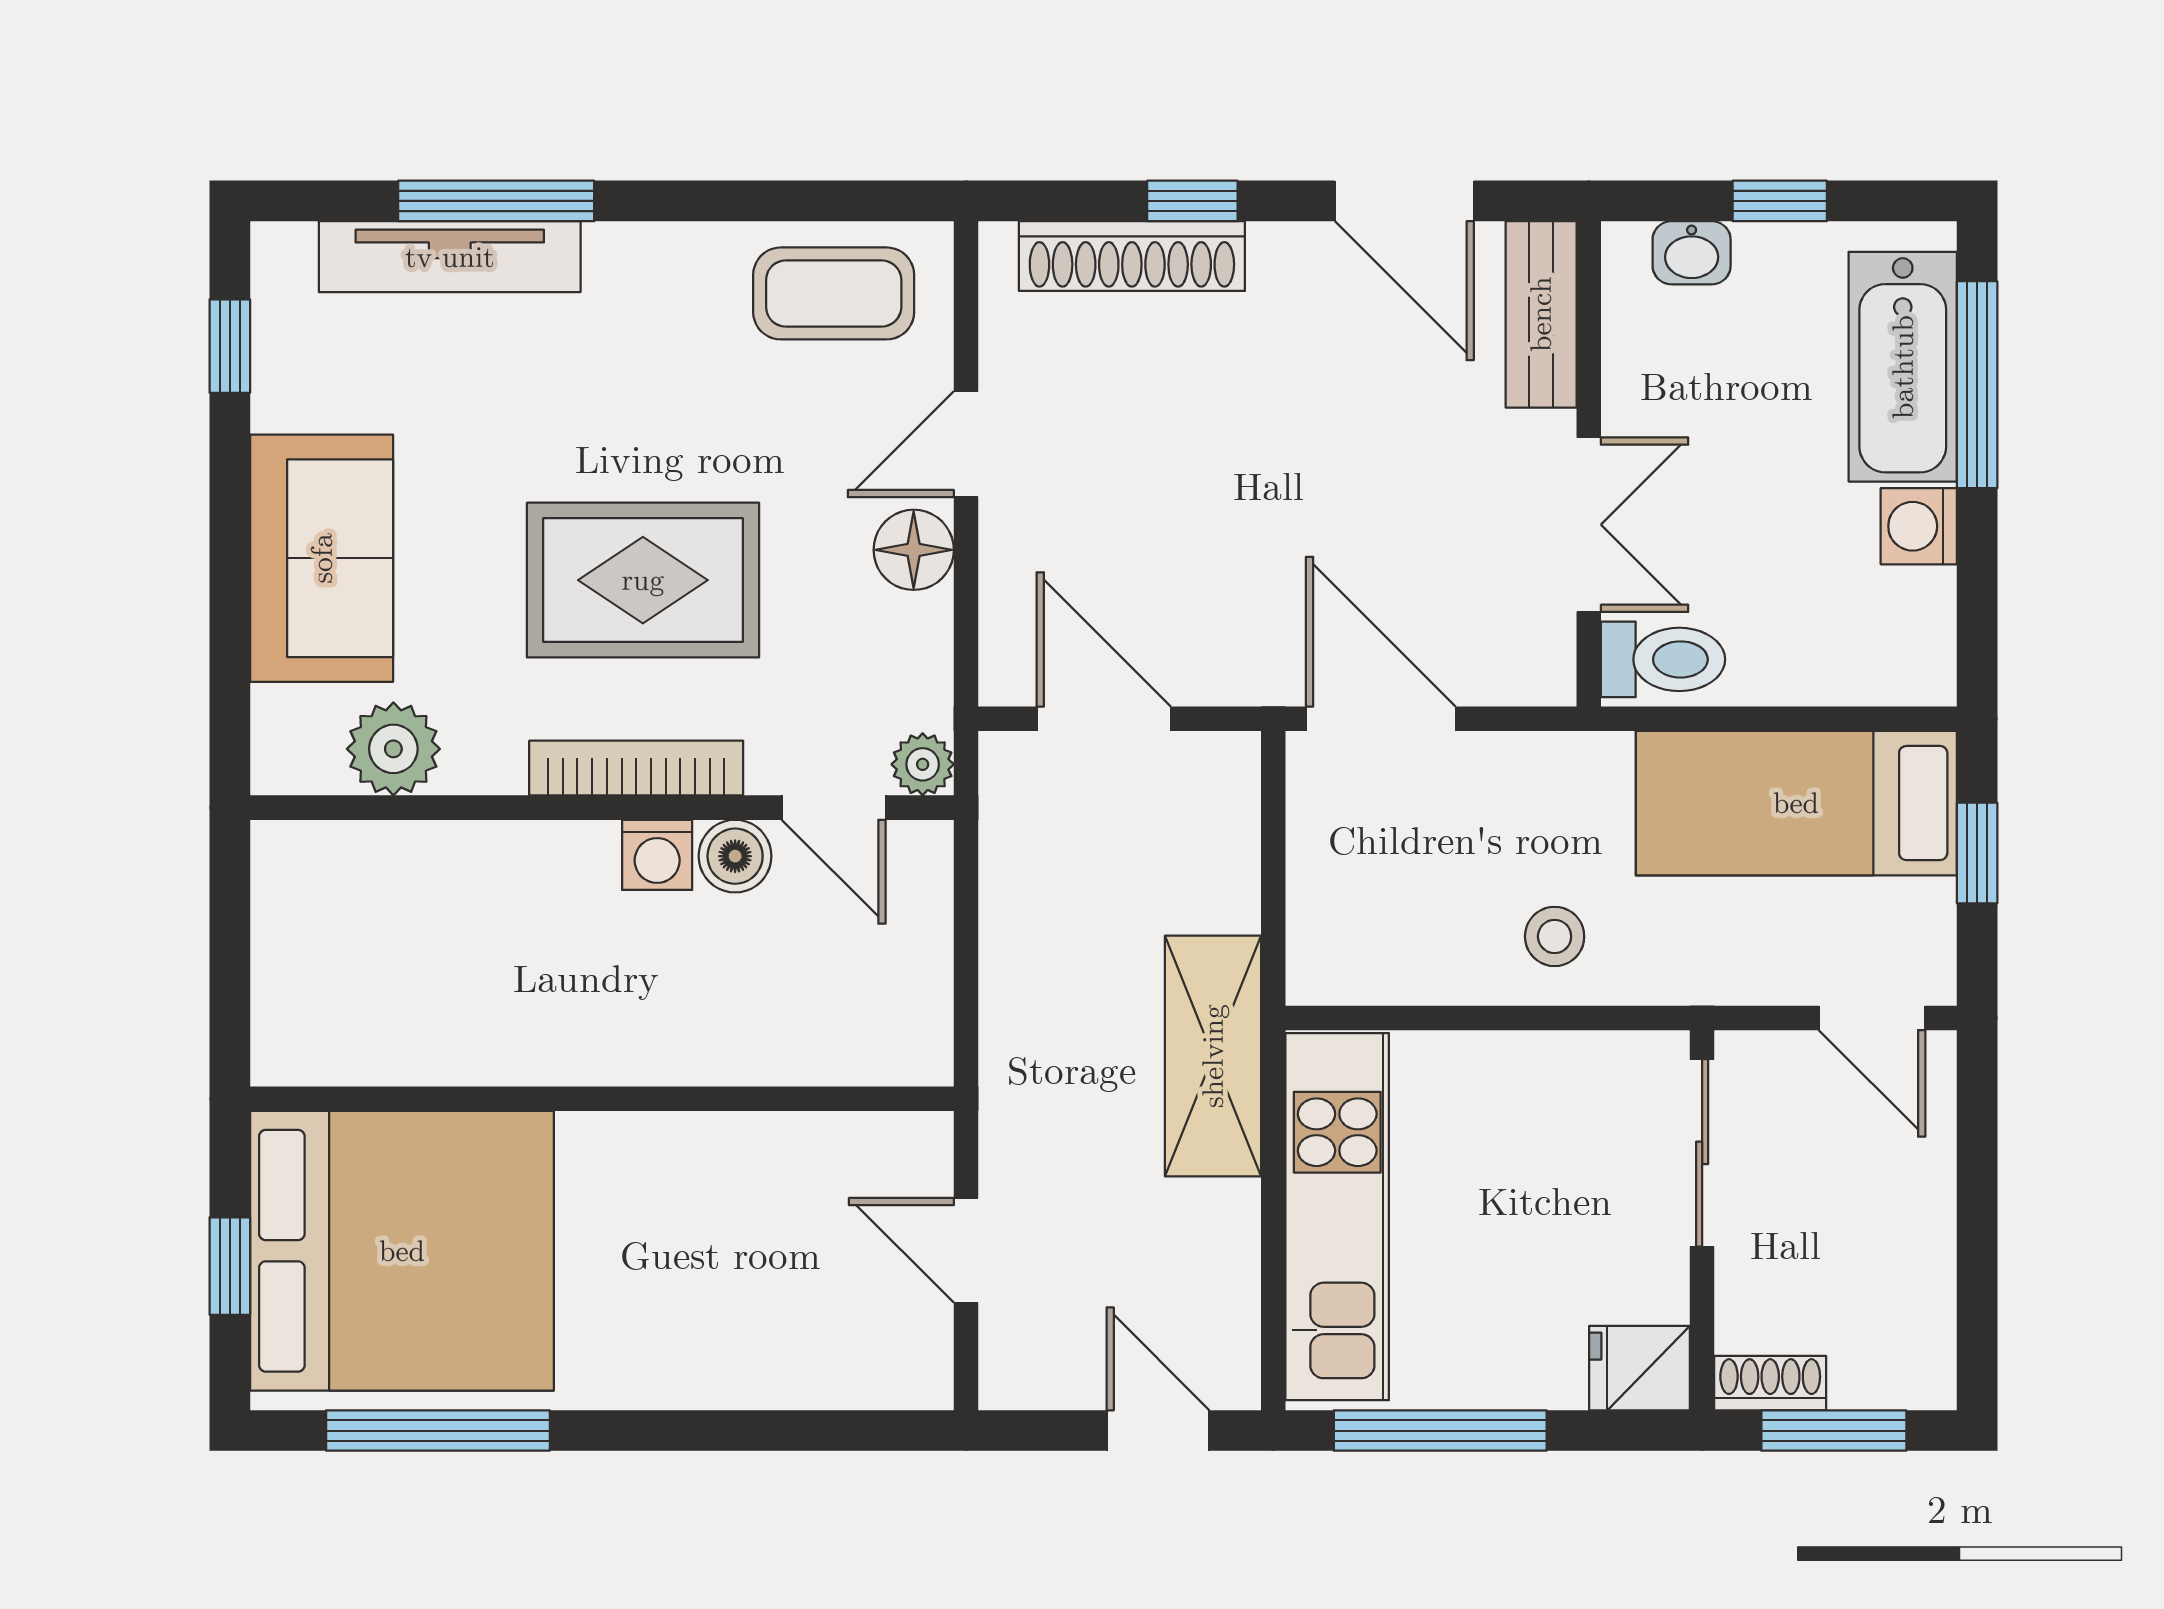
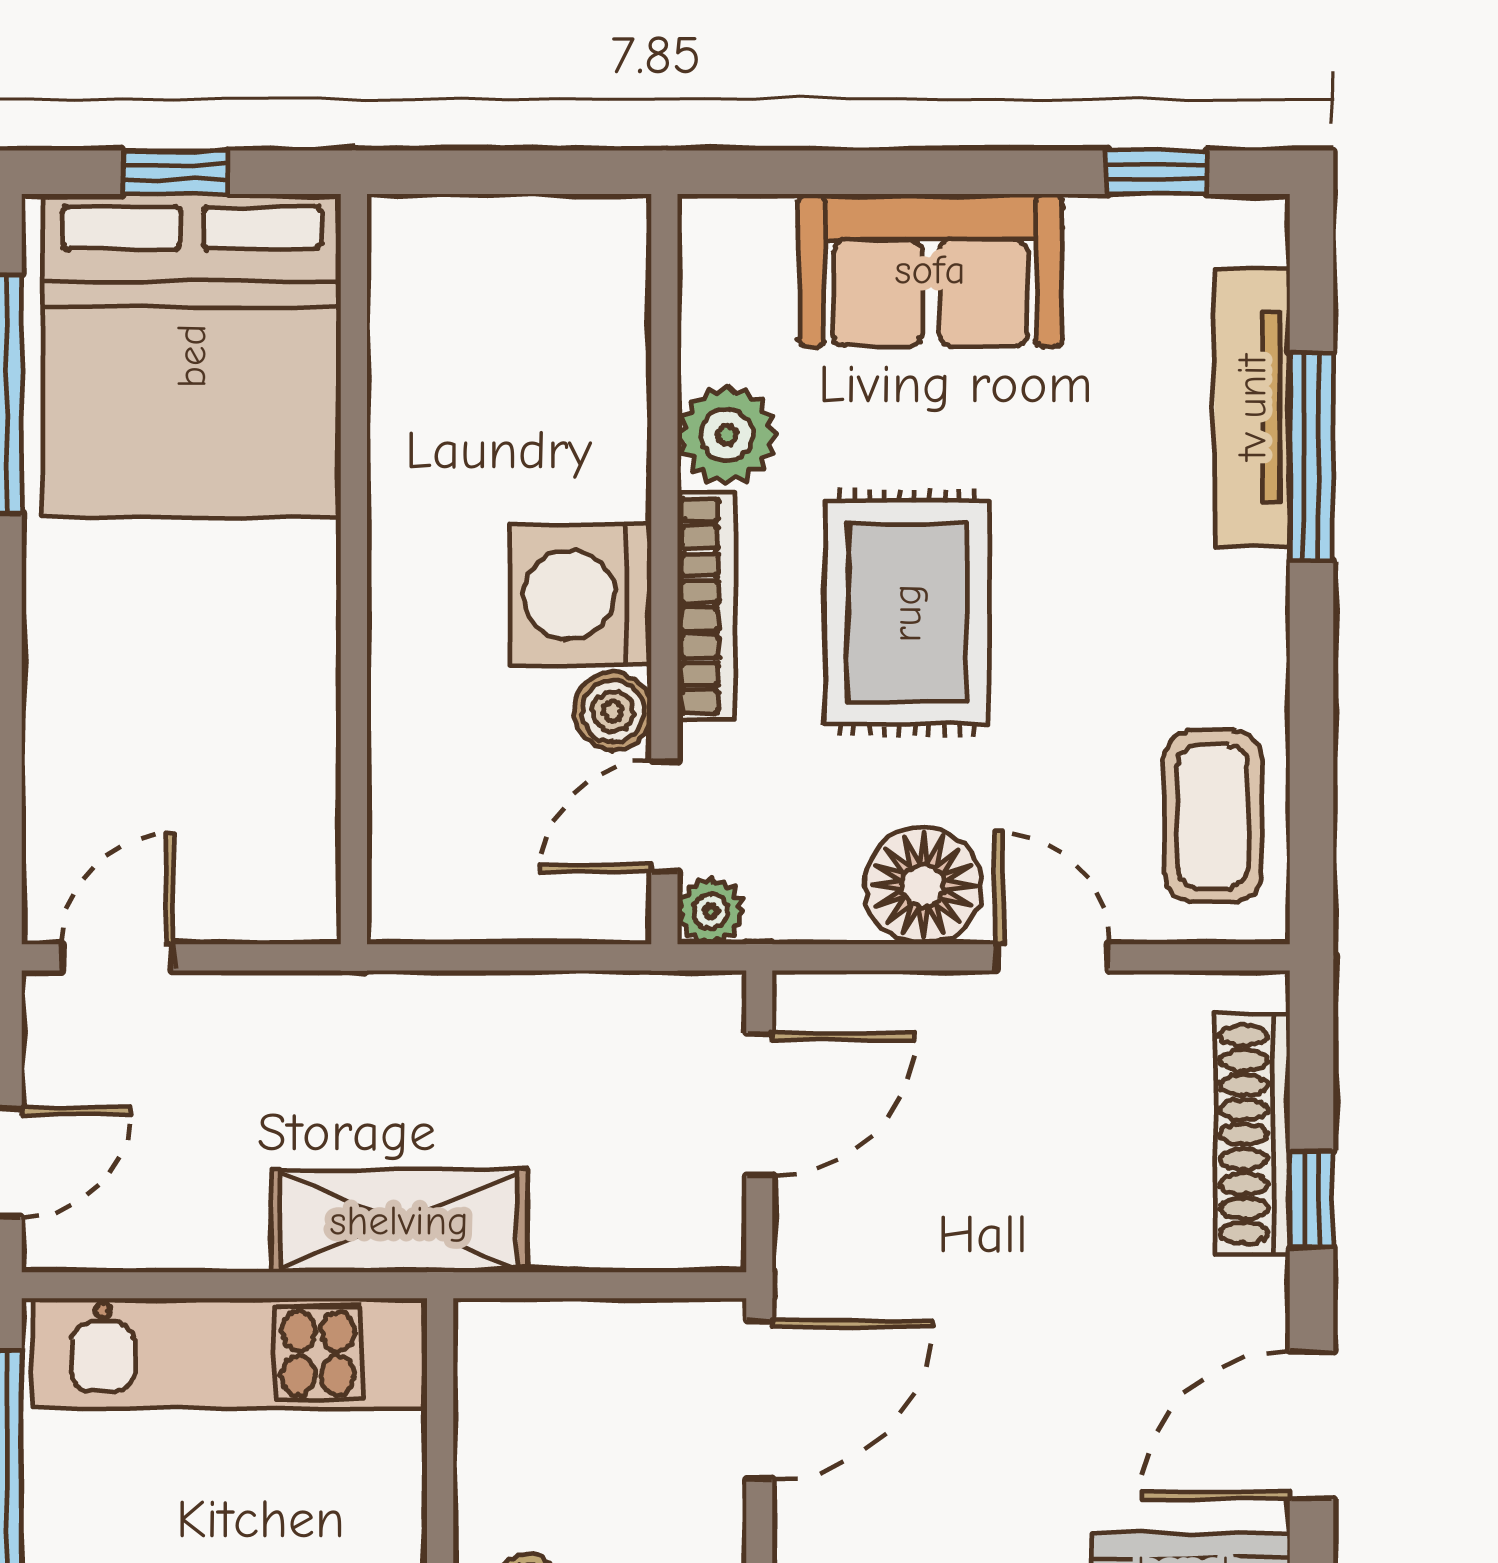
floor lamp: (914, 550) -> (923, 886), width x1.38, depth x1.38
plant: (393, 749) -> (727, 435), moved
washing machine: (657, 855) -> (581, 595), width x1.89, depth x1.89
door: (966, 1250) -> (117, 957), moved

